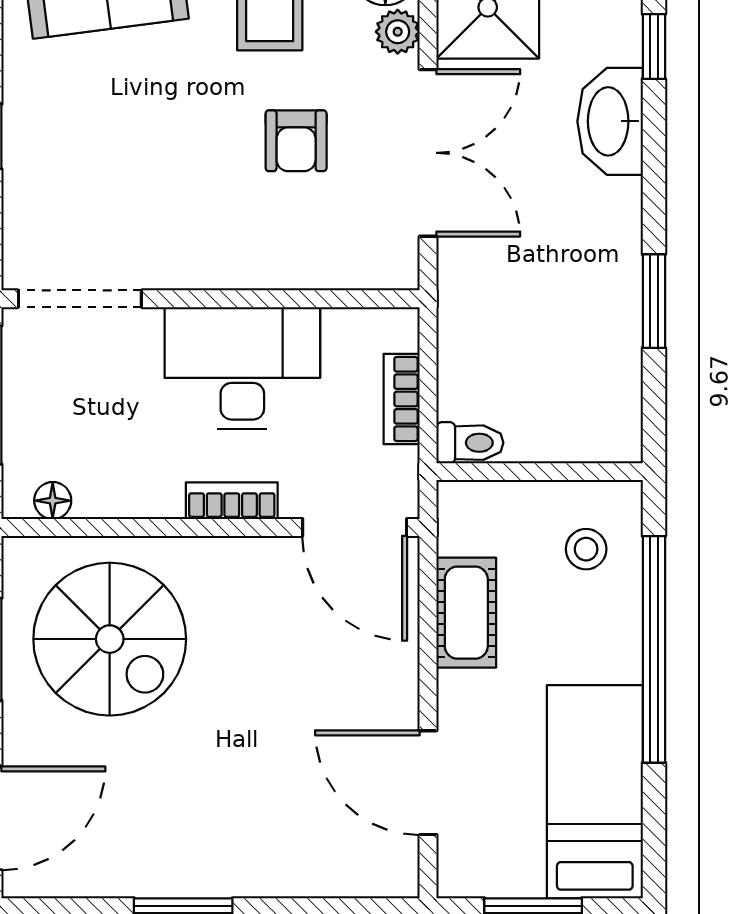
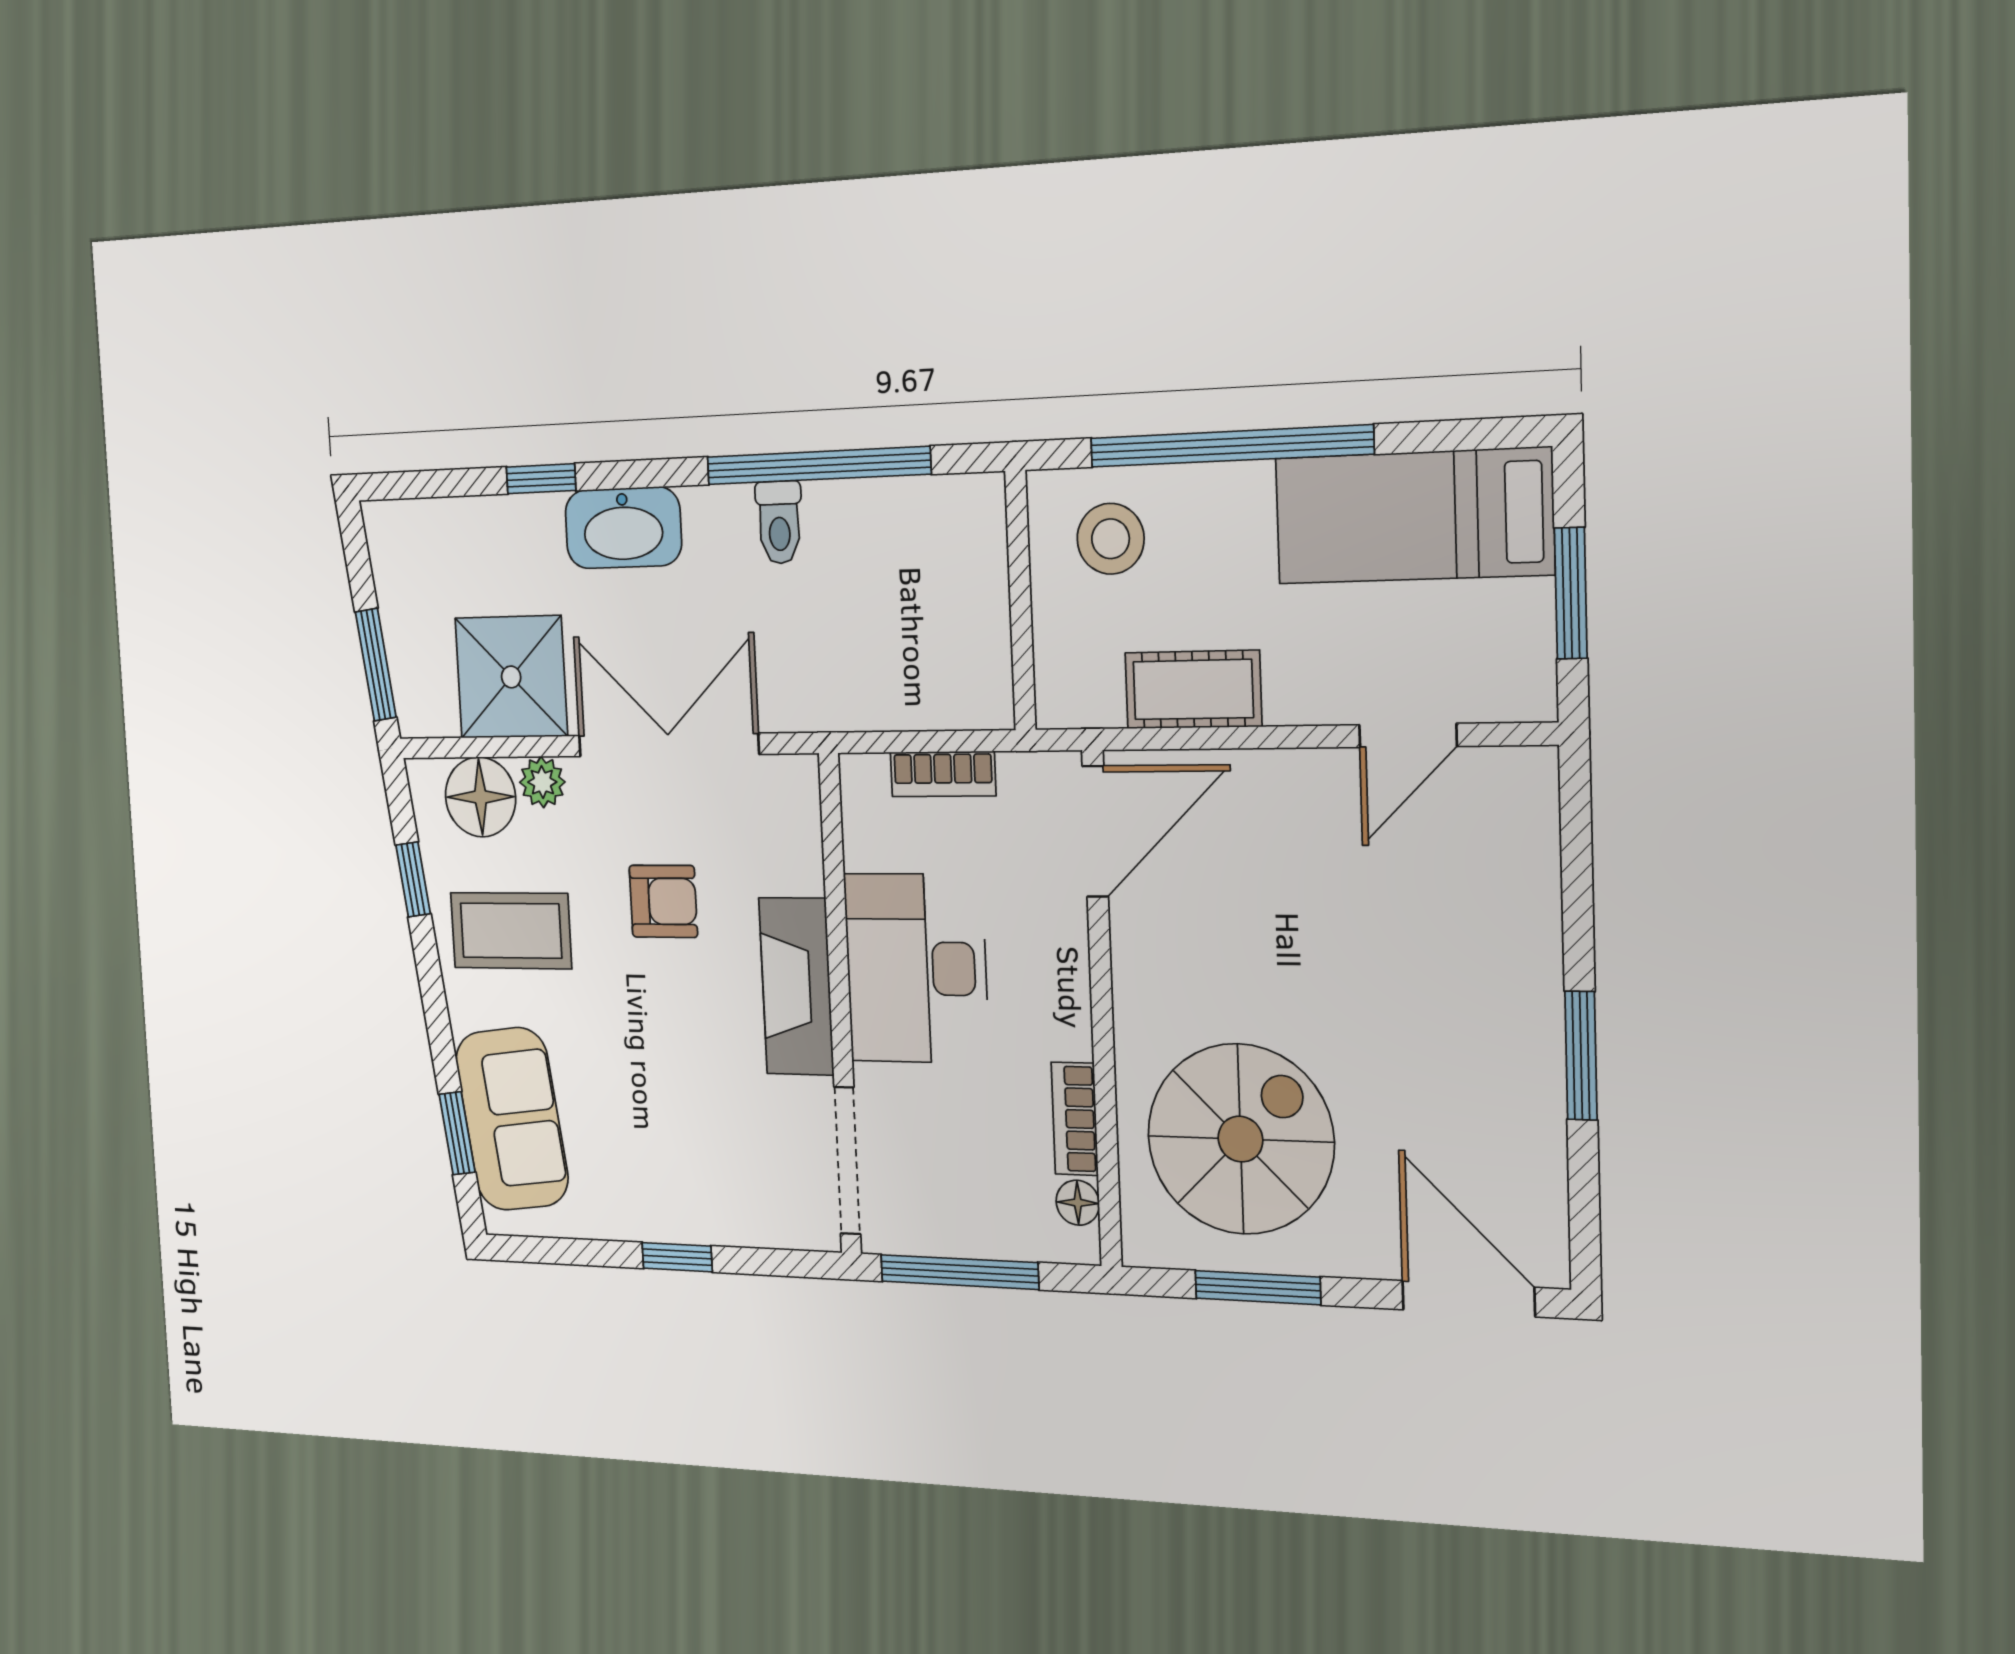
fireplace: (226, 260) -> (796, 986), added
window: (654, 301) -> (818, 466), width x2.11
toilet: (470, 443) -> (779, 522), moved, turned 180
bookcase: (232, 501) -> (1075, 1119), moved
stool: (586, 549) -> (1111, 539), width x1.37, depth x1.37
door: (428, 783) -> (1408, 736), width x0.73

